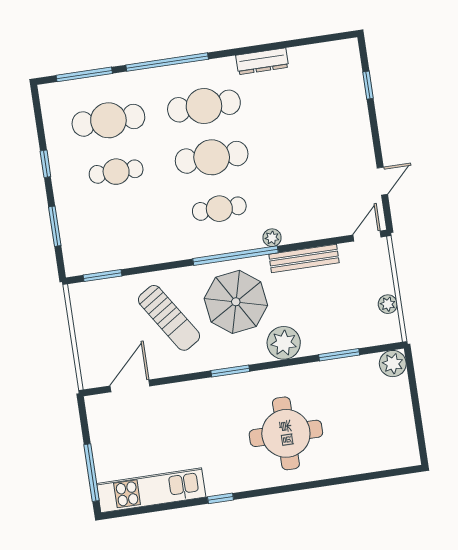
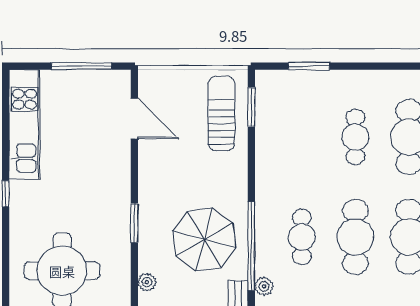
window: (45, 164) -> (374, 66), removed
sun lounger: (169, 318) -> (221, 113), moved, turned 123
plant: (284, 343) -> (147, 282), width x0.53, depth x0.53
window: (92, 473) -> (81, 66), moved

